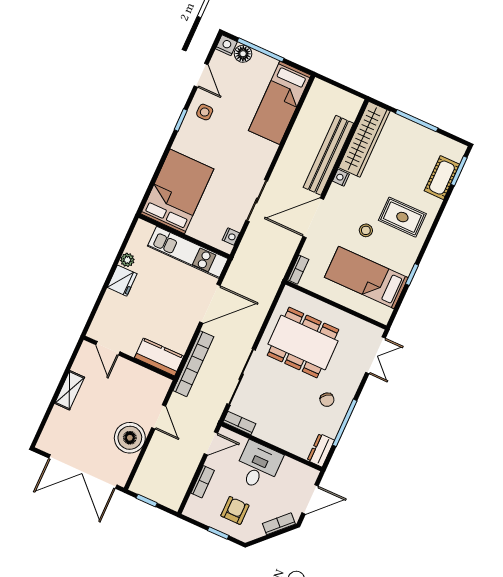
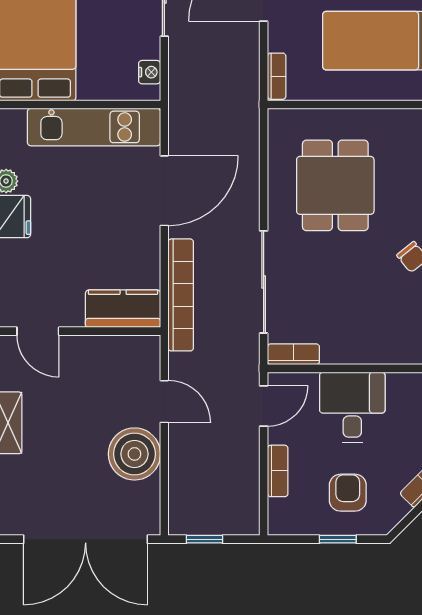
dining table: (303, 342) -> (335, 185), width x0.73

